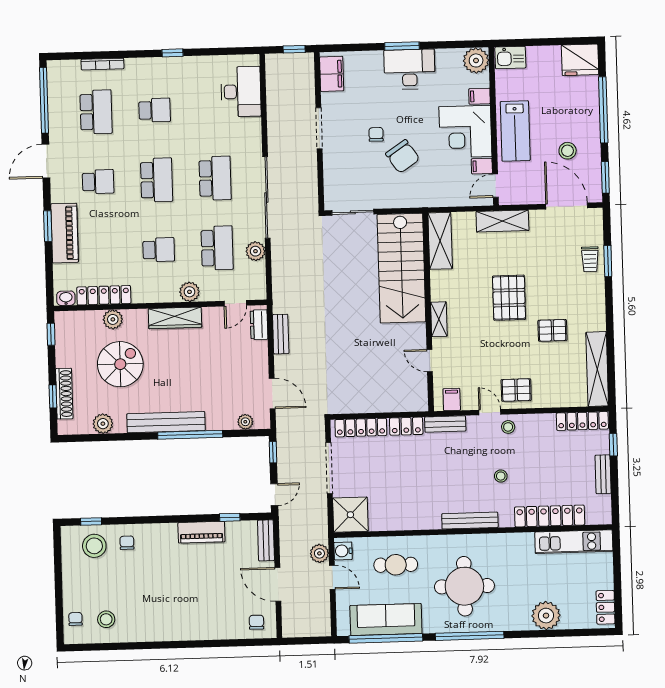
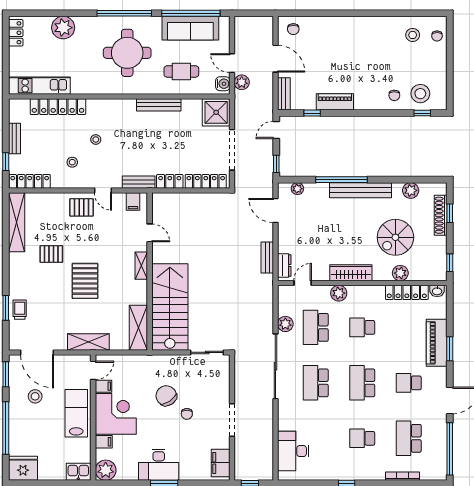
stool: (508, 427) -> (72, 162), moved
bench: (470, 521) -> (159, 105), moved

